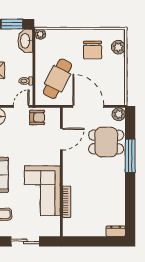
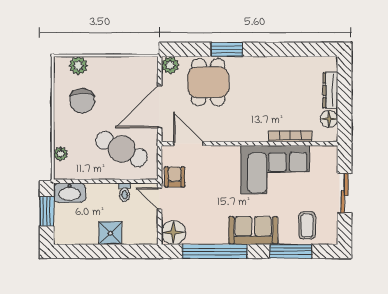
plant: (40, 34) -> (61, 154), moved
chair: (93, 50) -> (82, 101), turned 90
door: (61, 139) -> (188, 144), moved
window: (130, 156) -> (227, 49), width x0.69
floor lamp: (79, 230) -> (329, 119), added
dresser: (116, 231) -> (330, 90), moved, width x1.44

